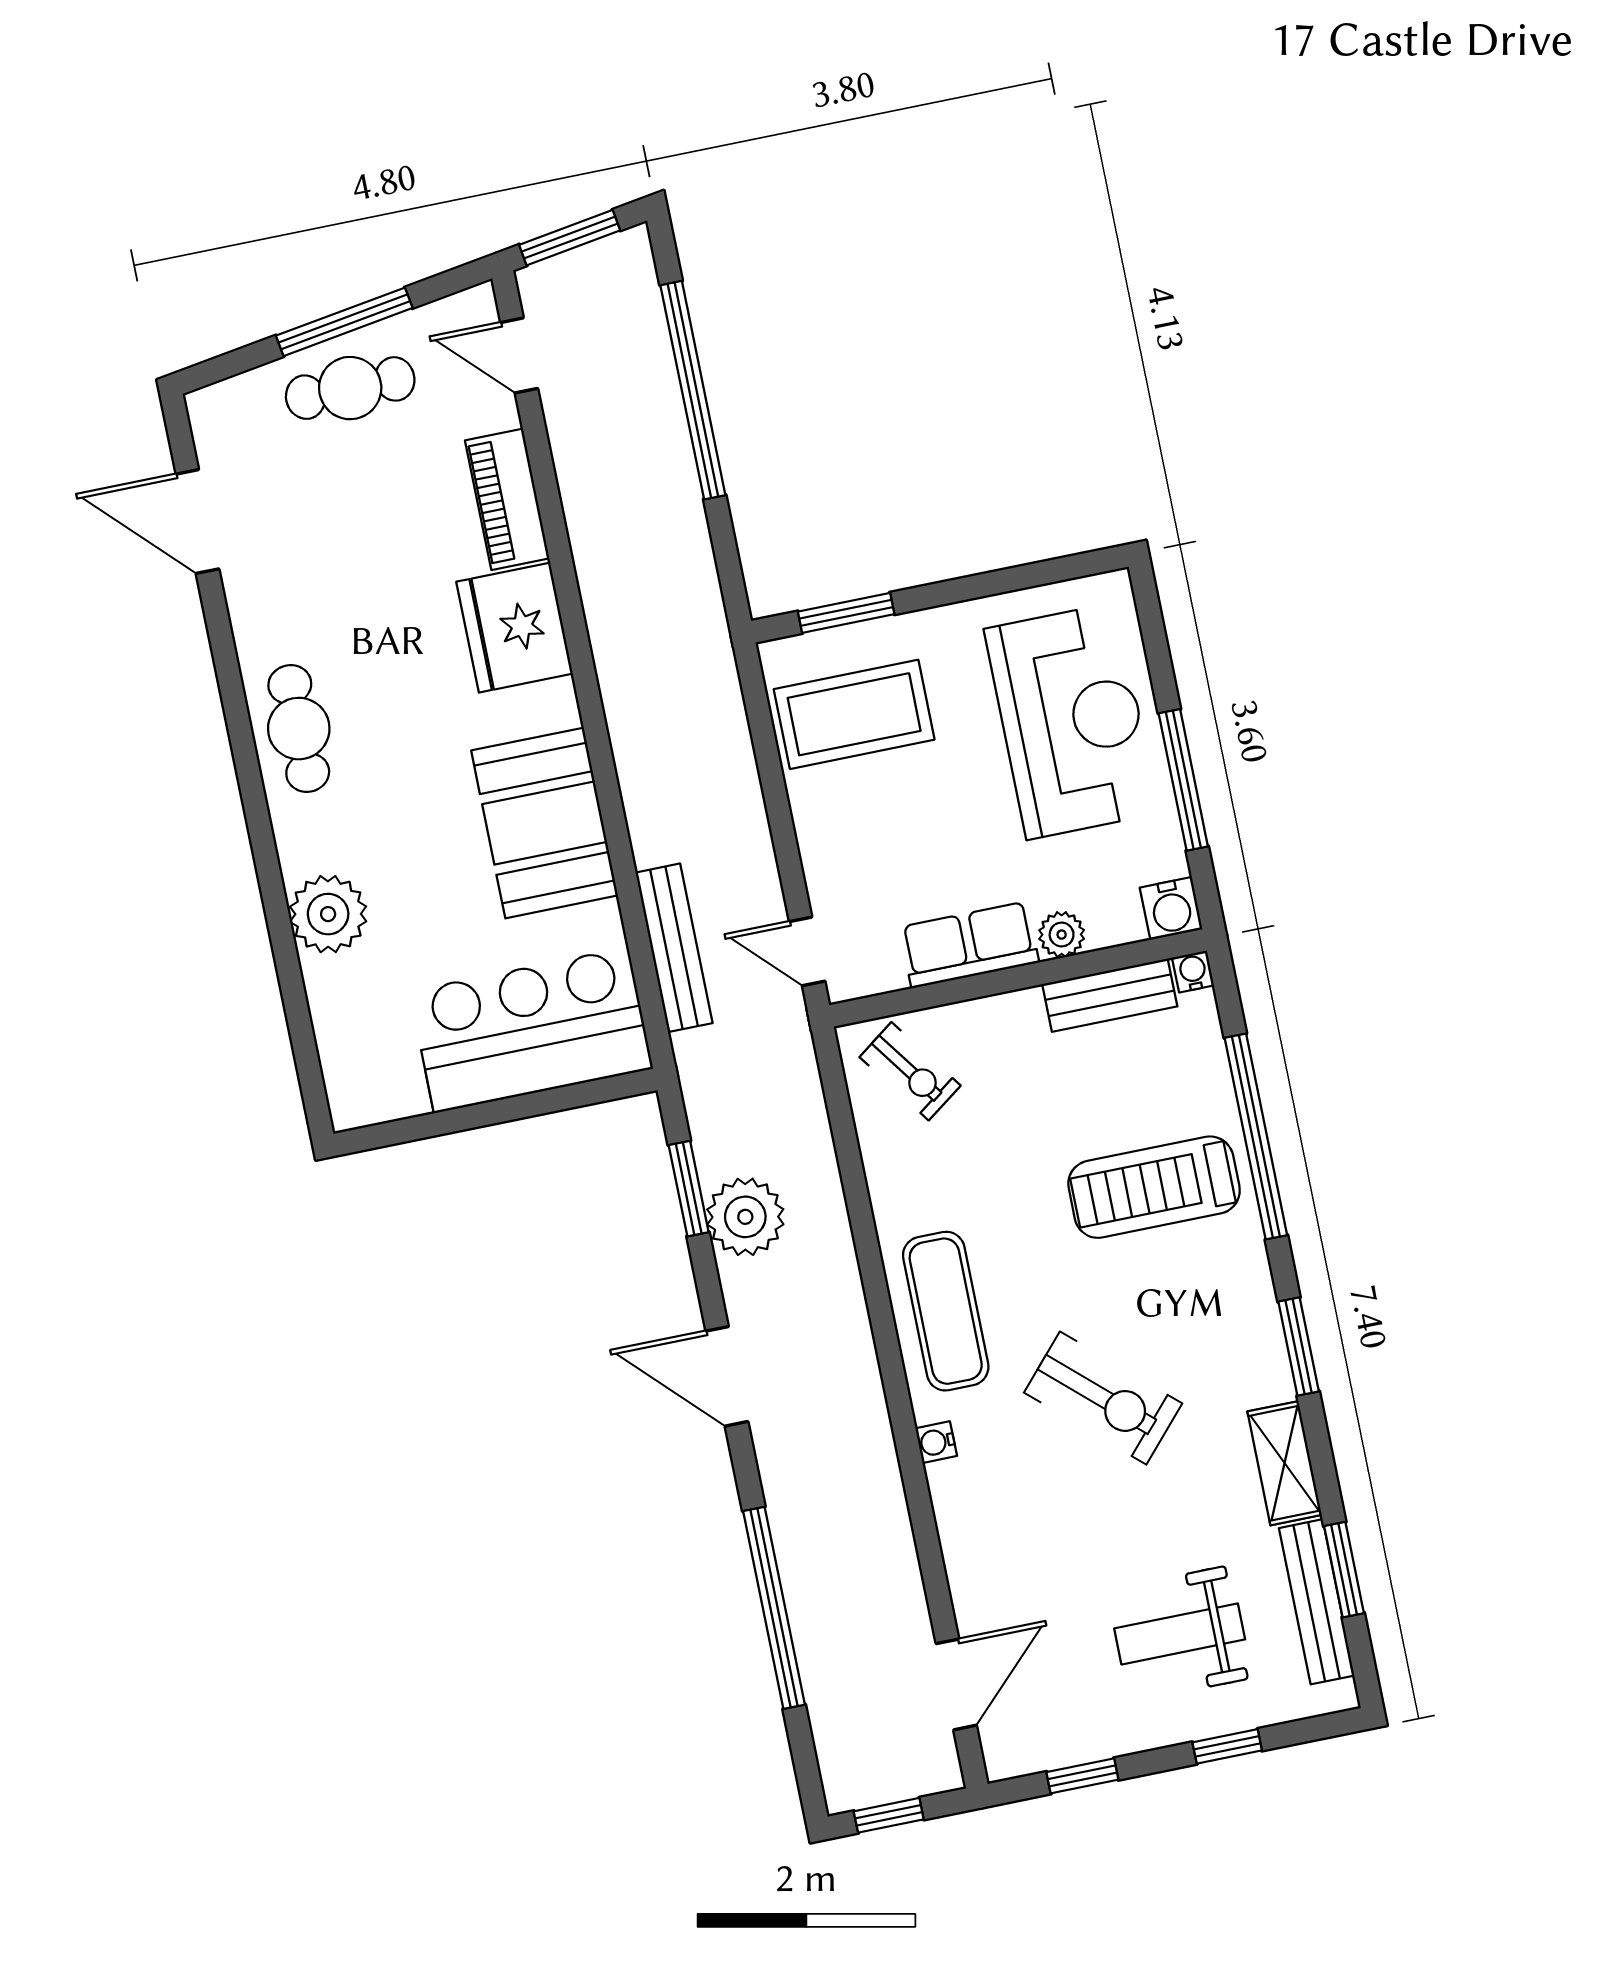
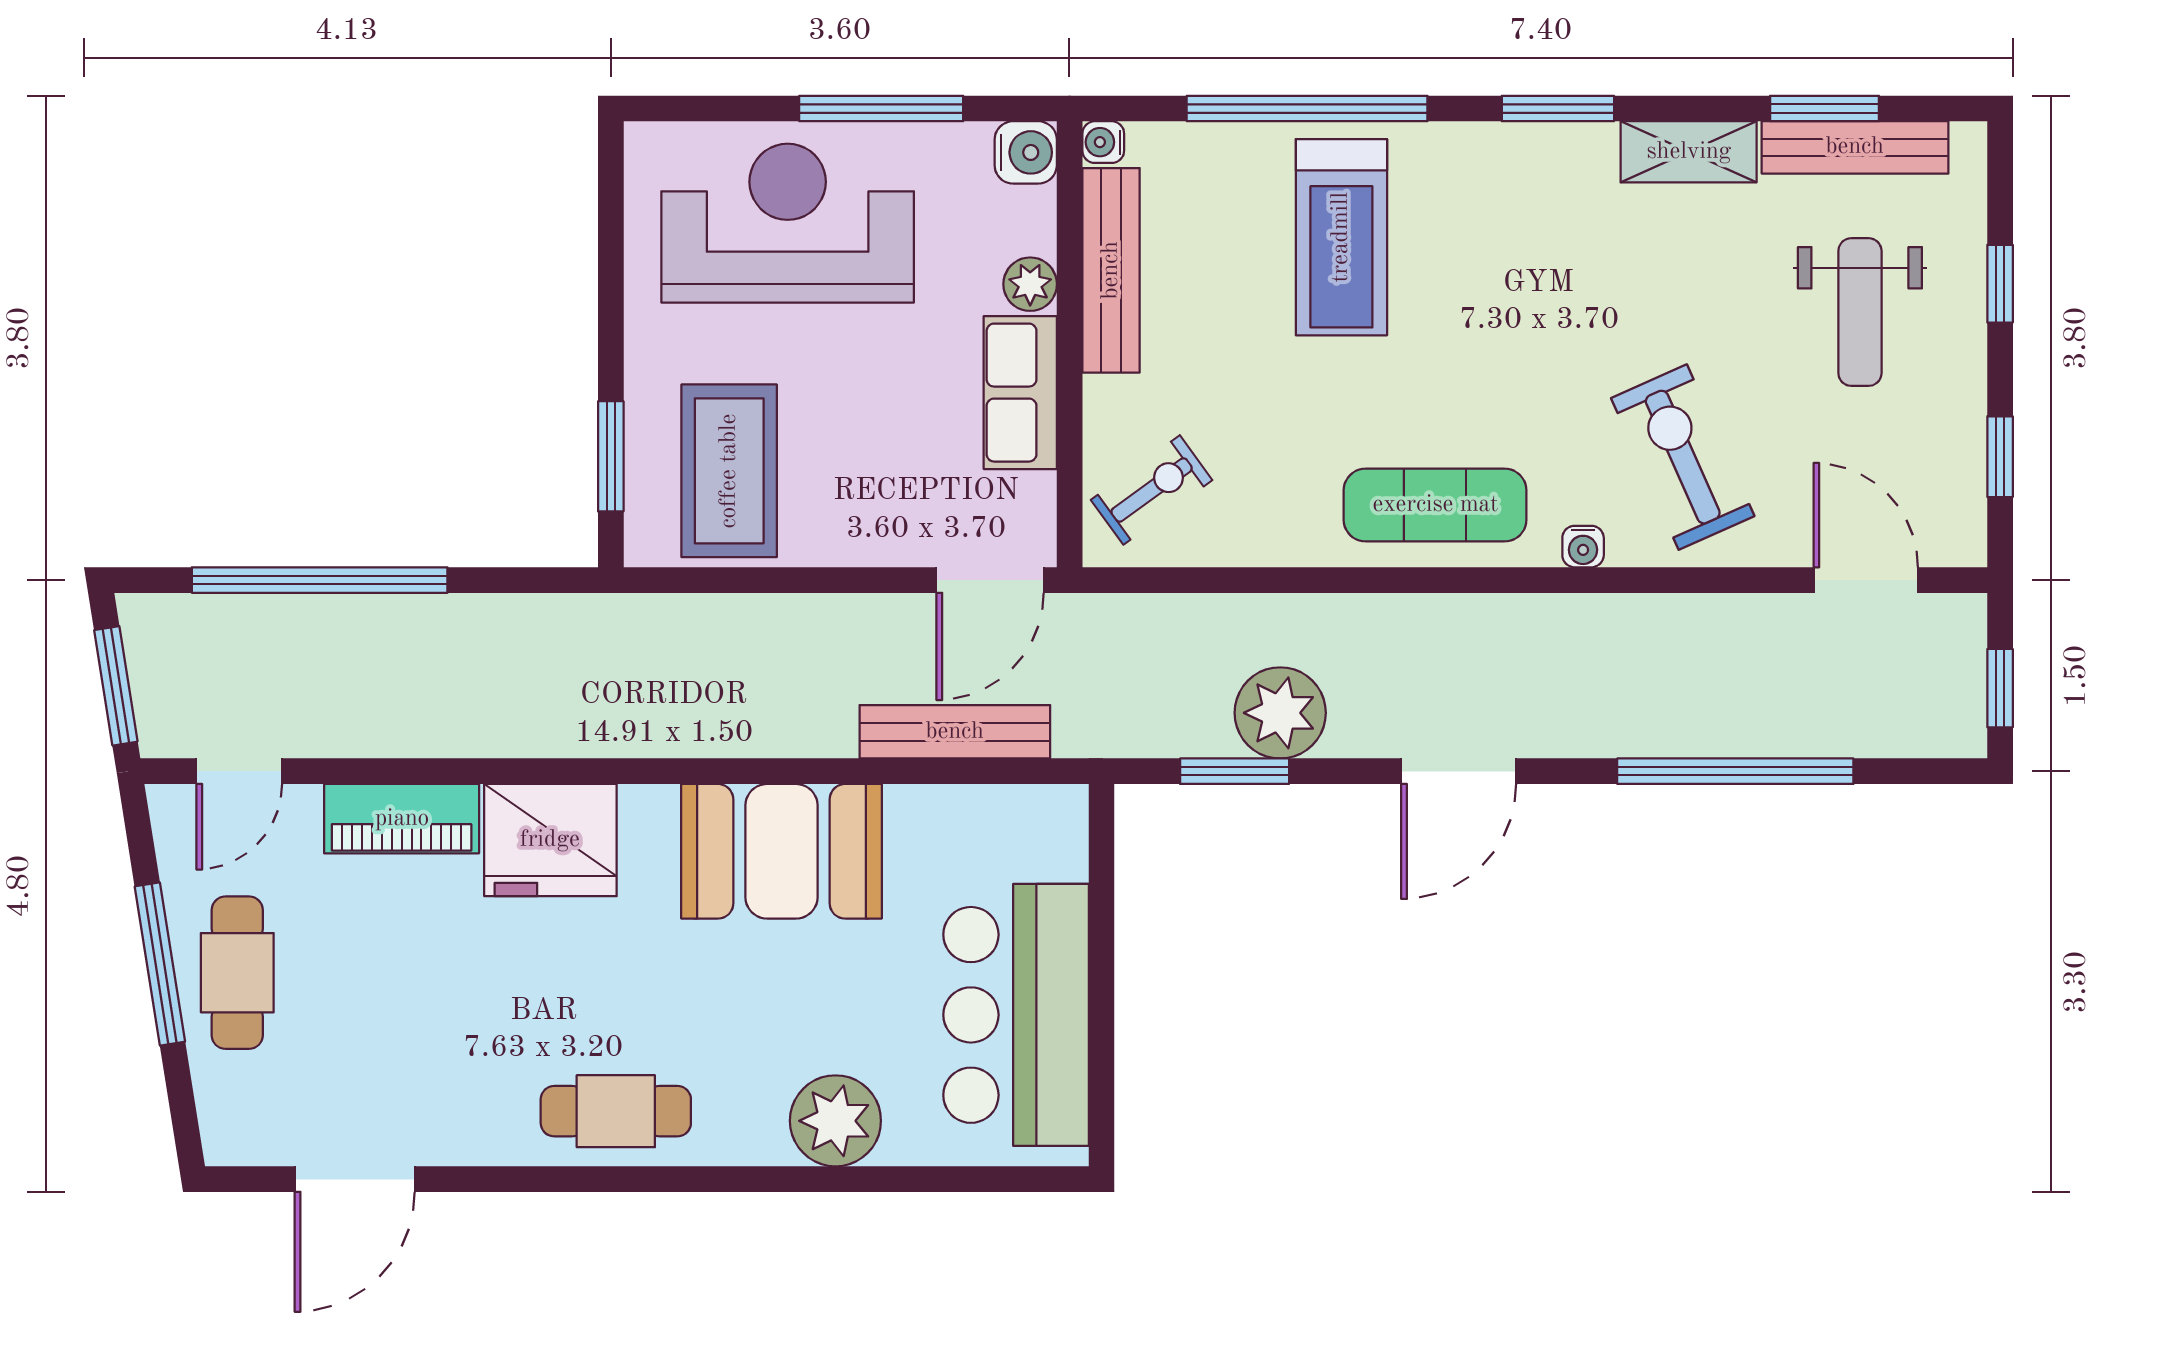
door: (807, 951) -> (990, 580), width x1.38
bench: (1110, 995) -> (1111, 270), width x1.36
bar counter: (531, 1030) -> (1016, 1015), moved
exercise bike: (1103, 1398) -> (1683, 457), moved, turned -66

